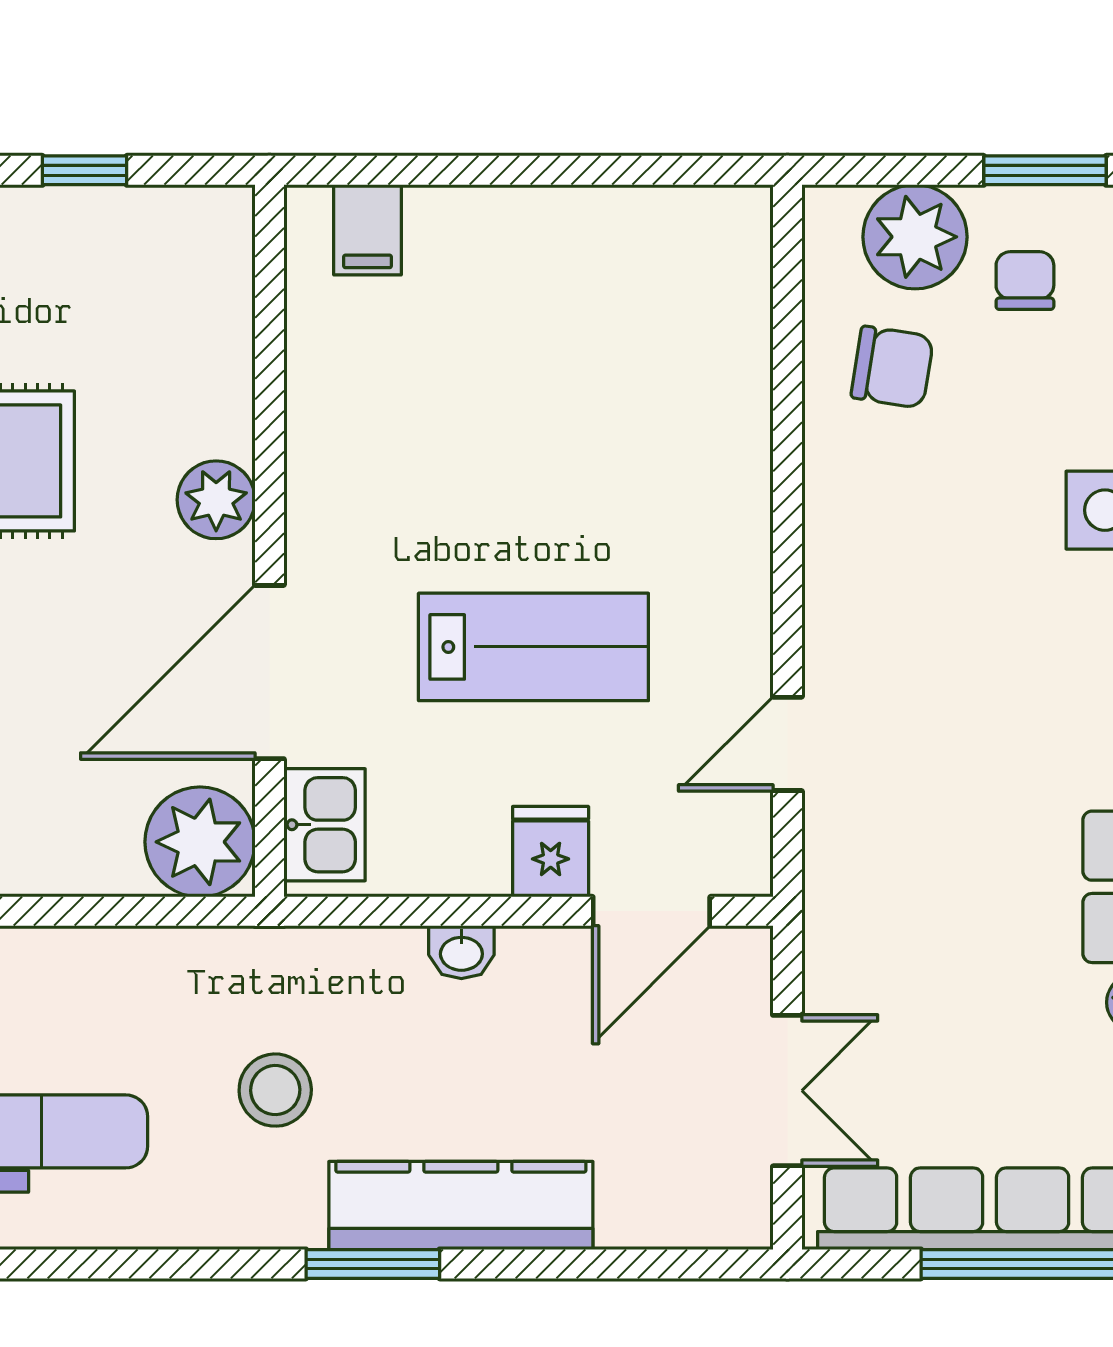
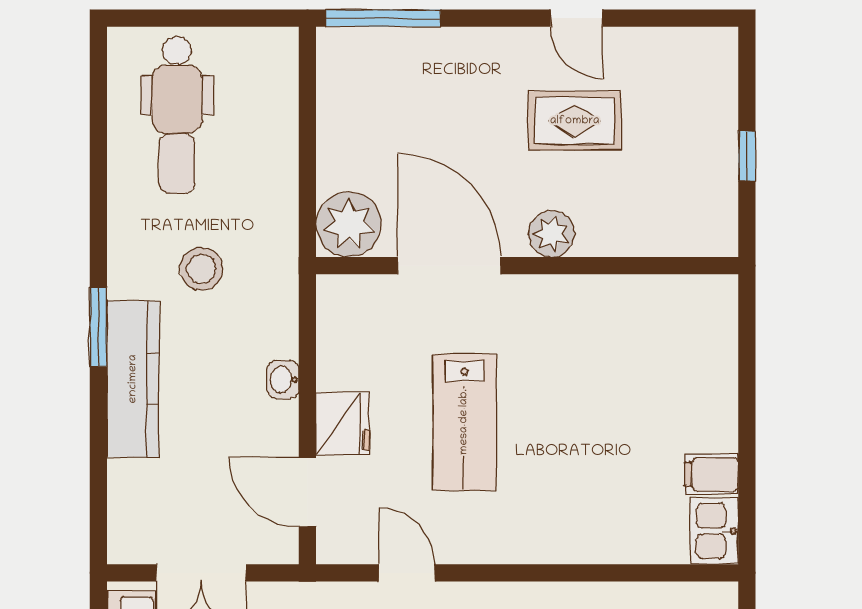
filing cabinet: (368, 230) -> (712, 474), moved
kitchen sink: (324, 825) -> (714, 531), moved, turned 90
fridge: (551, 852) -> (343, 424), width x1.38

